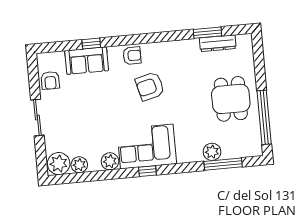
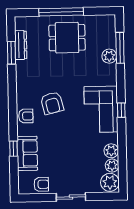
armchair: (132, 56) -> (26, 116), turned 90
window: (264, 117) -> (61, 12), moved
plant: (110, 161) -> (111, 151), moved

